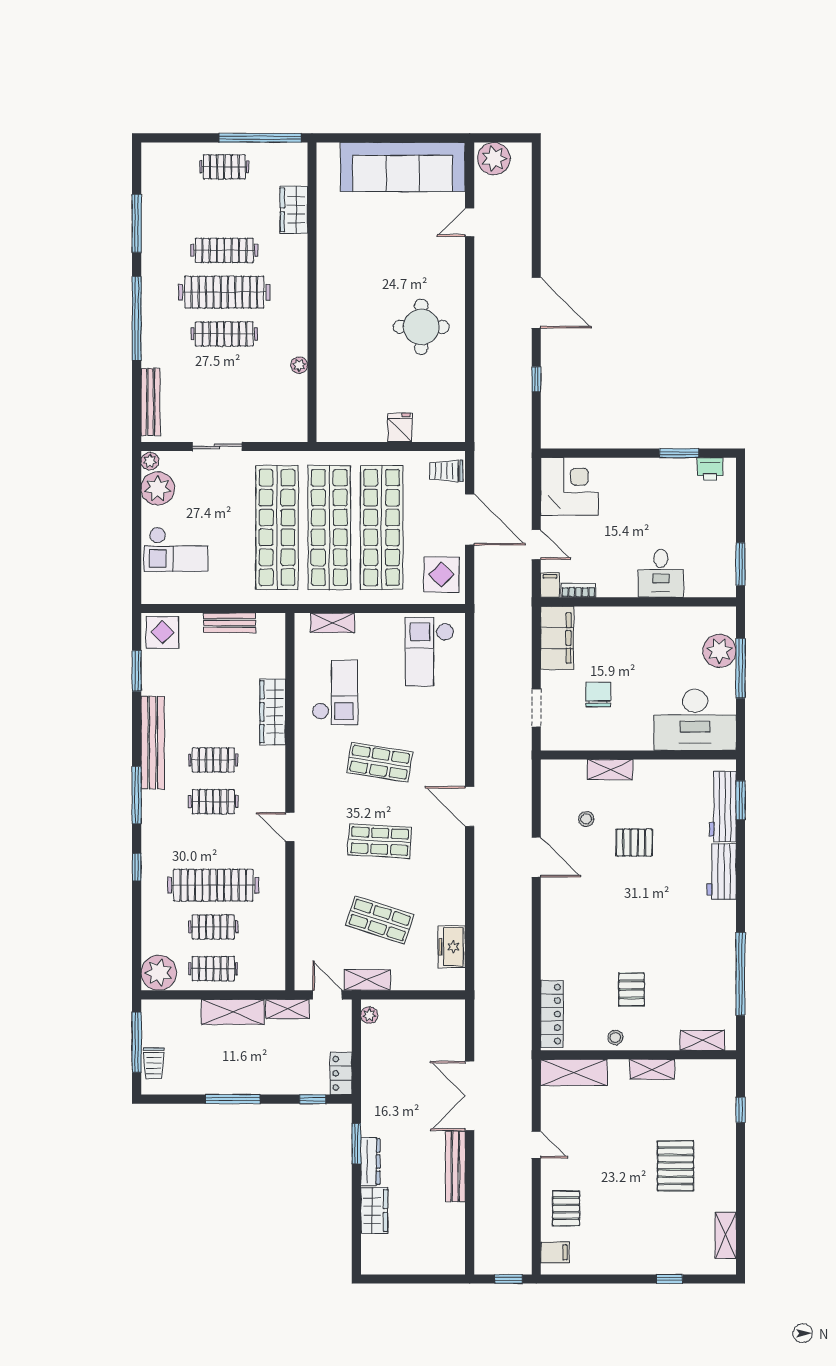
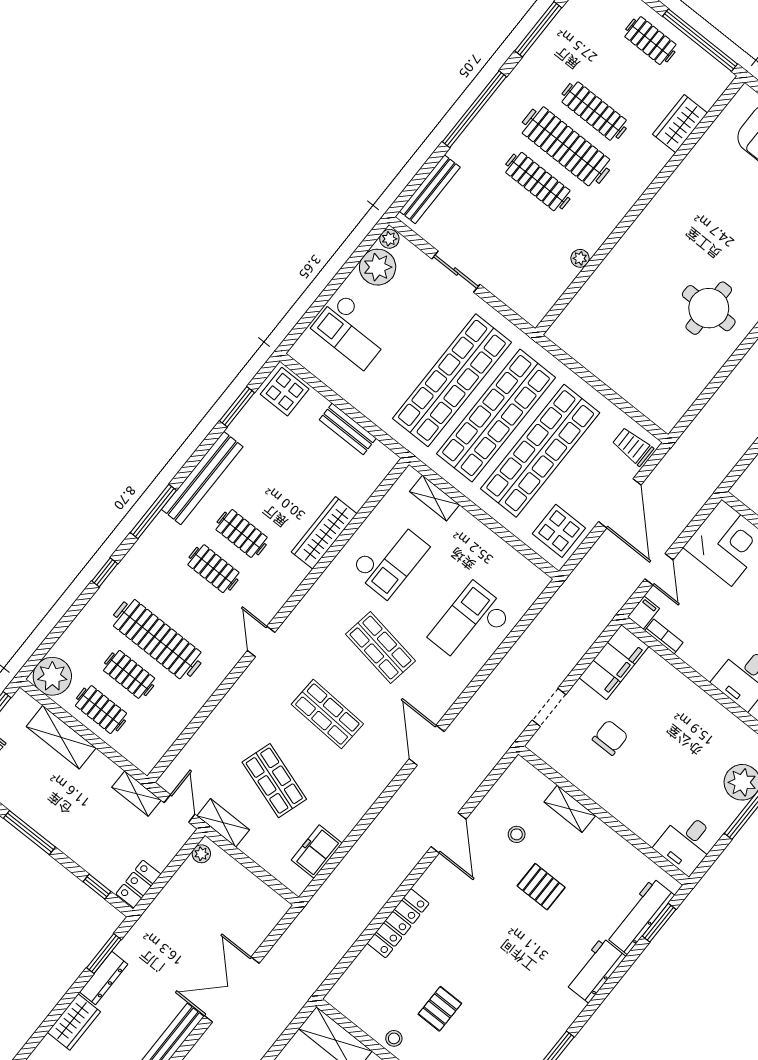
fridge: (400, 428) -> (623, 379), removed
checkout: (430, 652) -> (470, 625), moved
desk: (695, 720) -> (686, 843), width x0.53, depth x0.77
shelving: (233, 1012) -> (61, 737), moved
locker: (552, 1014) -> (398, 923), moved

